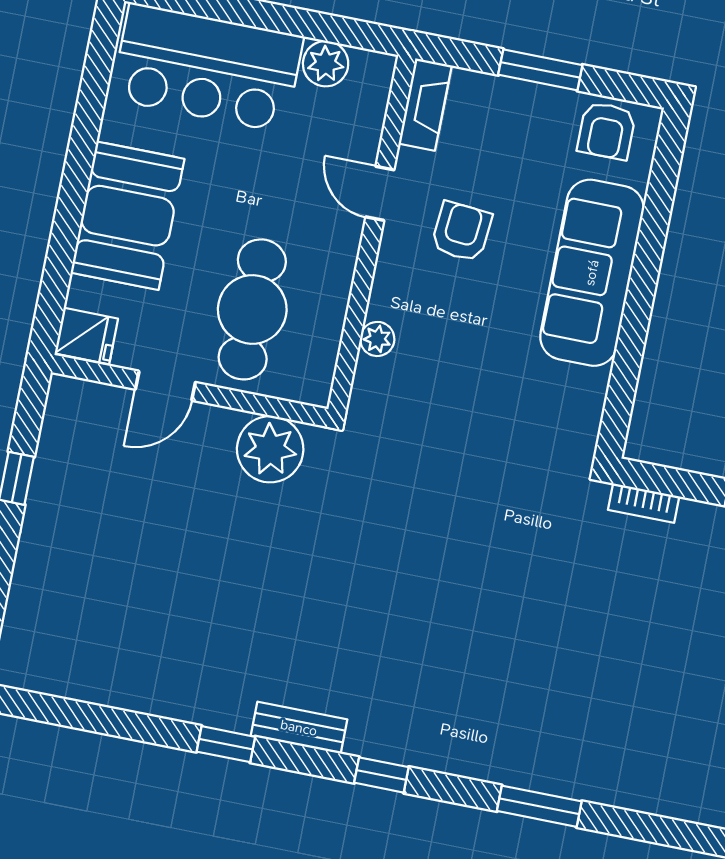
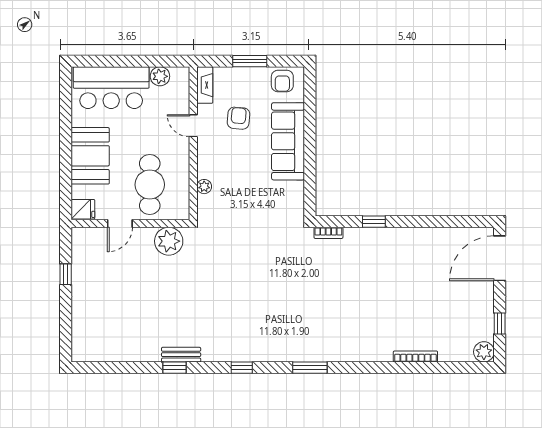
armchair: (462, 232) -> (238, 118), moved
bench: (299, 728) -> (181, 355), moved

